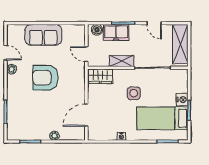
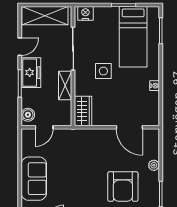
freezer: (116, 32) -> (31, 73), moved
door: (86, 54) -> (44, 127), moved
armchair: (45, 78) -> (123, 187), moved
nightstand: (182, 100) -> (85, 13), moved

